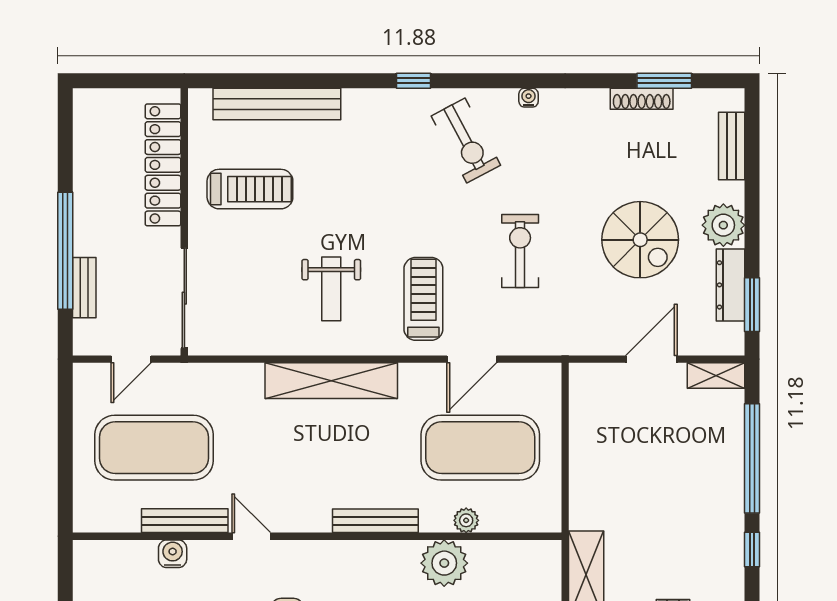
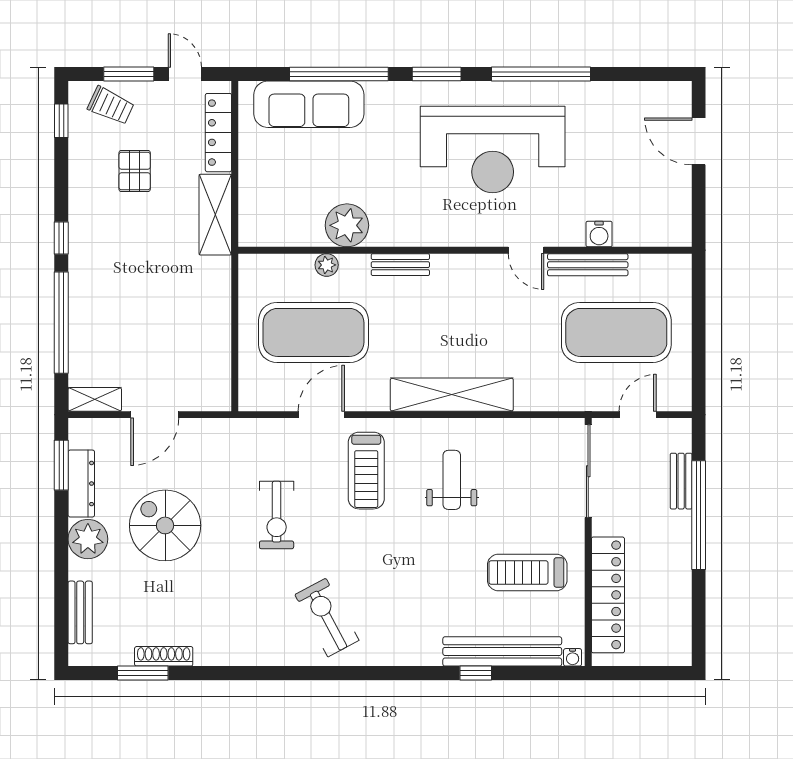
window: (413, 81) -> (476, 673), moved
water cooler: (529, 98) -> (573, 657), moved
bench: (375, 521) -> (400, 265), width x0.73

